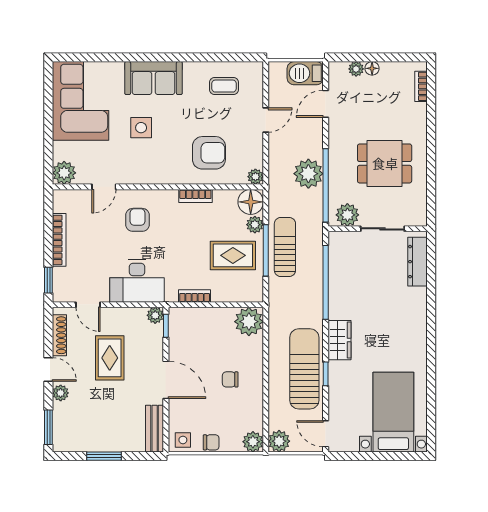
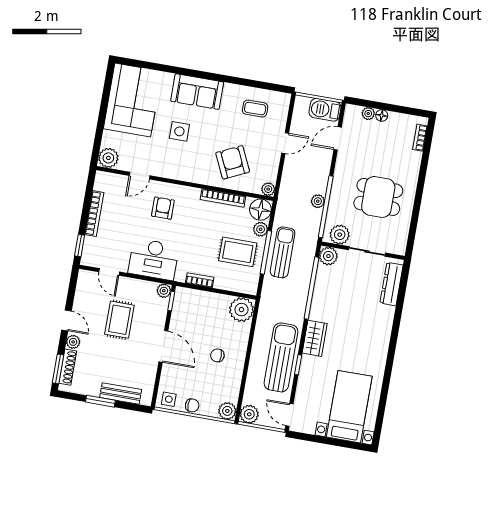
armchair: (209, 153) -> (233, 162), turned -115
plant: (308, 174) -> (318, 201), width x0.53, depth x0.53
bookcase: (195, 196) -> (223, 198), width x1.56
plant: (339, 242) -> (328, 256), added
shoe rack: (59, 335) -> (68, 367), moved
bench: (155, 429) -> (121, 394), moved, turned 90

